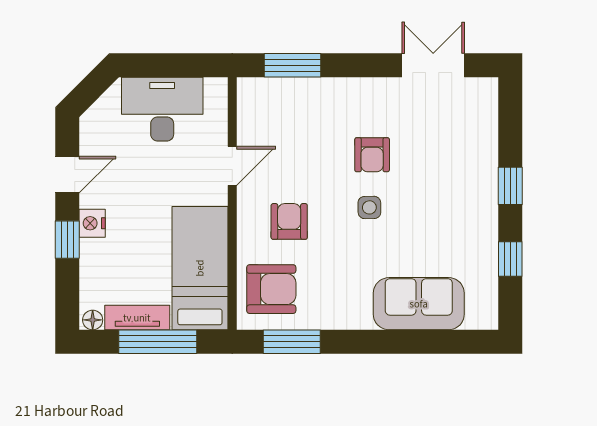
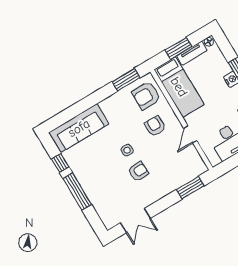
armchair: (372, 155) -> (138, 171), turned 88
window: (510, 186) -> (77, 191), width x2.17
armchair: (289, 221) -> (155, 126), turned 180
sofa: (419, 304) -> (79, 128), width x1.36
window: (158, 342) -> (178, 48), width x0.69

